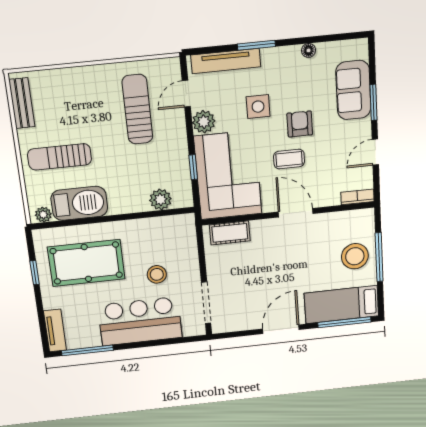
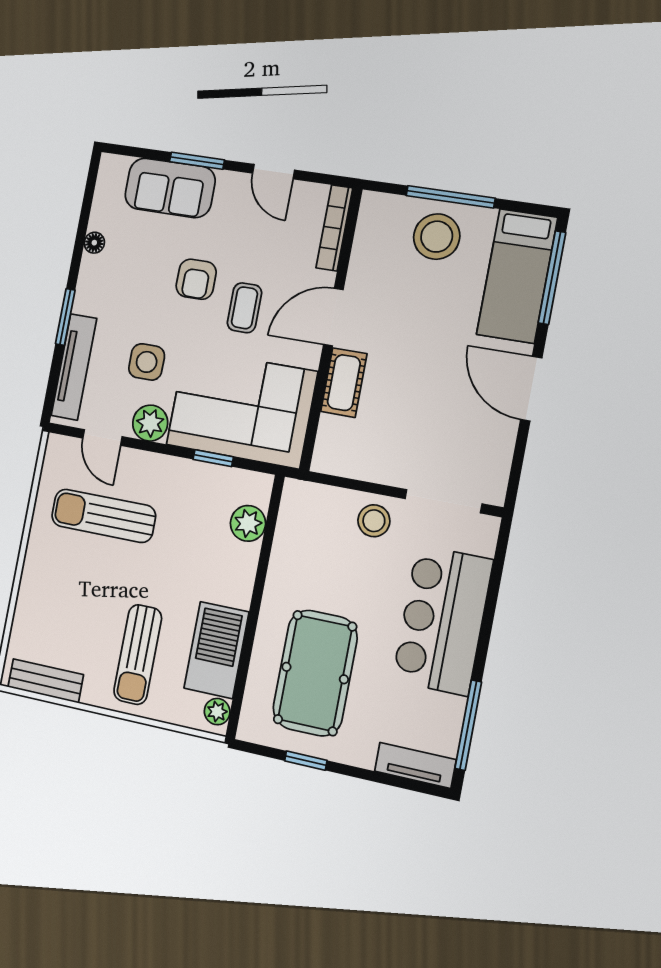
side table: (258, 107) -> (147, 362), moved
armchair: (300, 124) -> (196, 279), turned -90
bookcase: (358, 197) -> (334, 228), width x1.56
cot: (230, 233) -> (344, 383), moved
stool: (157, 274) -> (374, 521), moved

